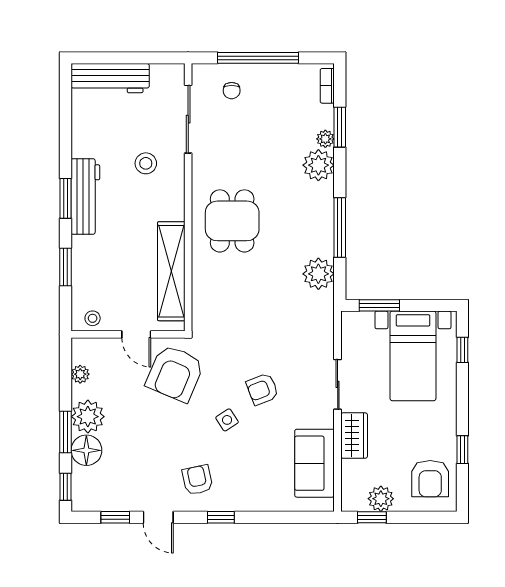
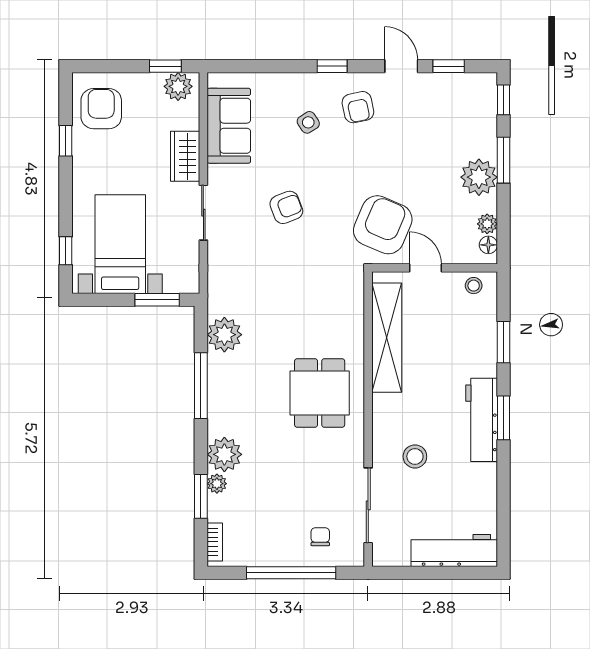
side table: (227, 420) -> (308, 122), moved
floor lamp: (86, 450) -> (488, 245), moved, width x0.53, depth x0.53
plant: (381, 499) -> (178, 86), moved

